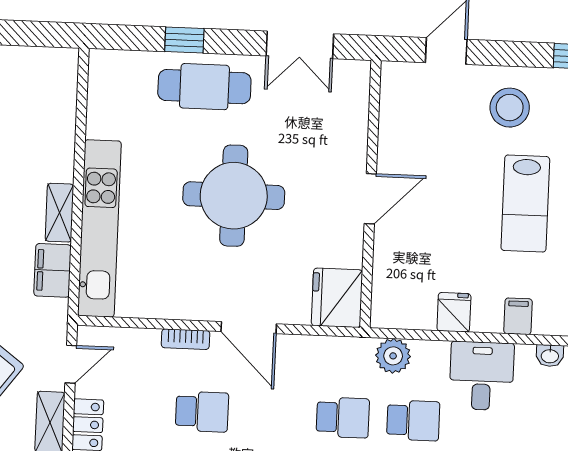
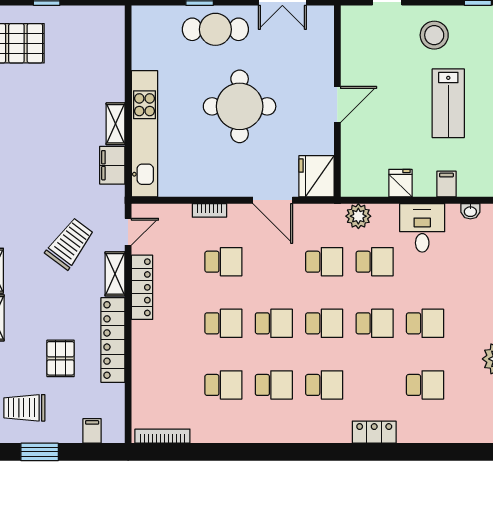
door: (249, 328) -> (273, 200), moved

